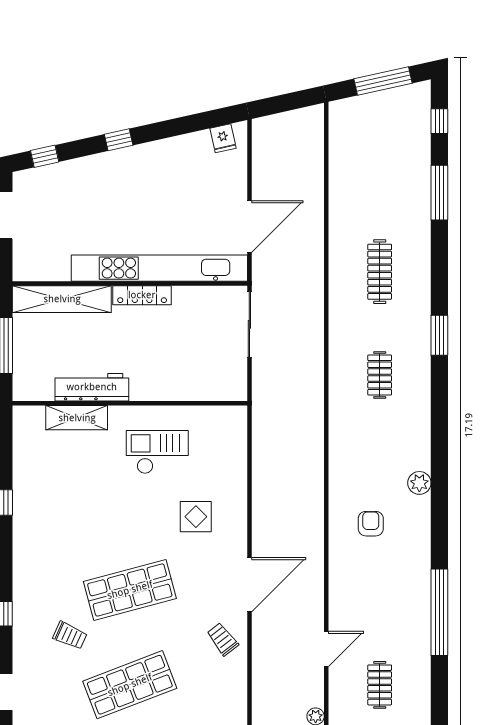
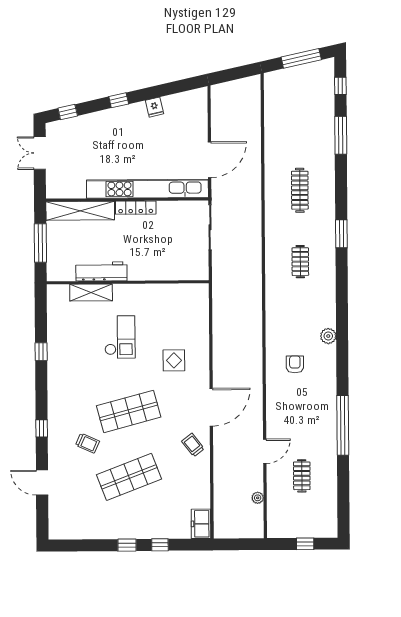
fridge: (223, 138) -> (155, 107), moved
checkout: (157, 452) -> (120, 337), moved, turned 90

